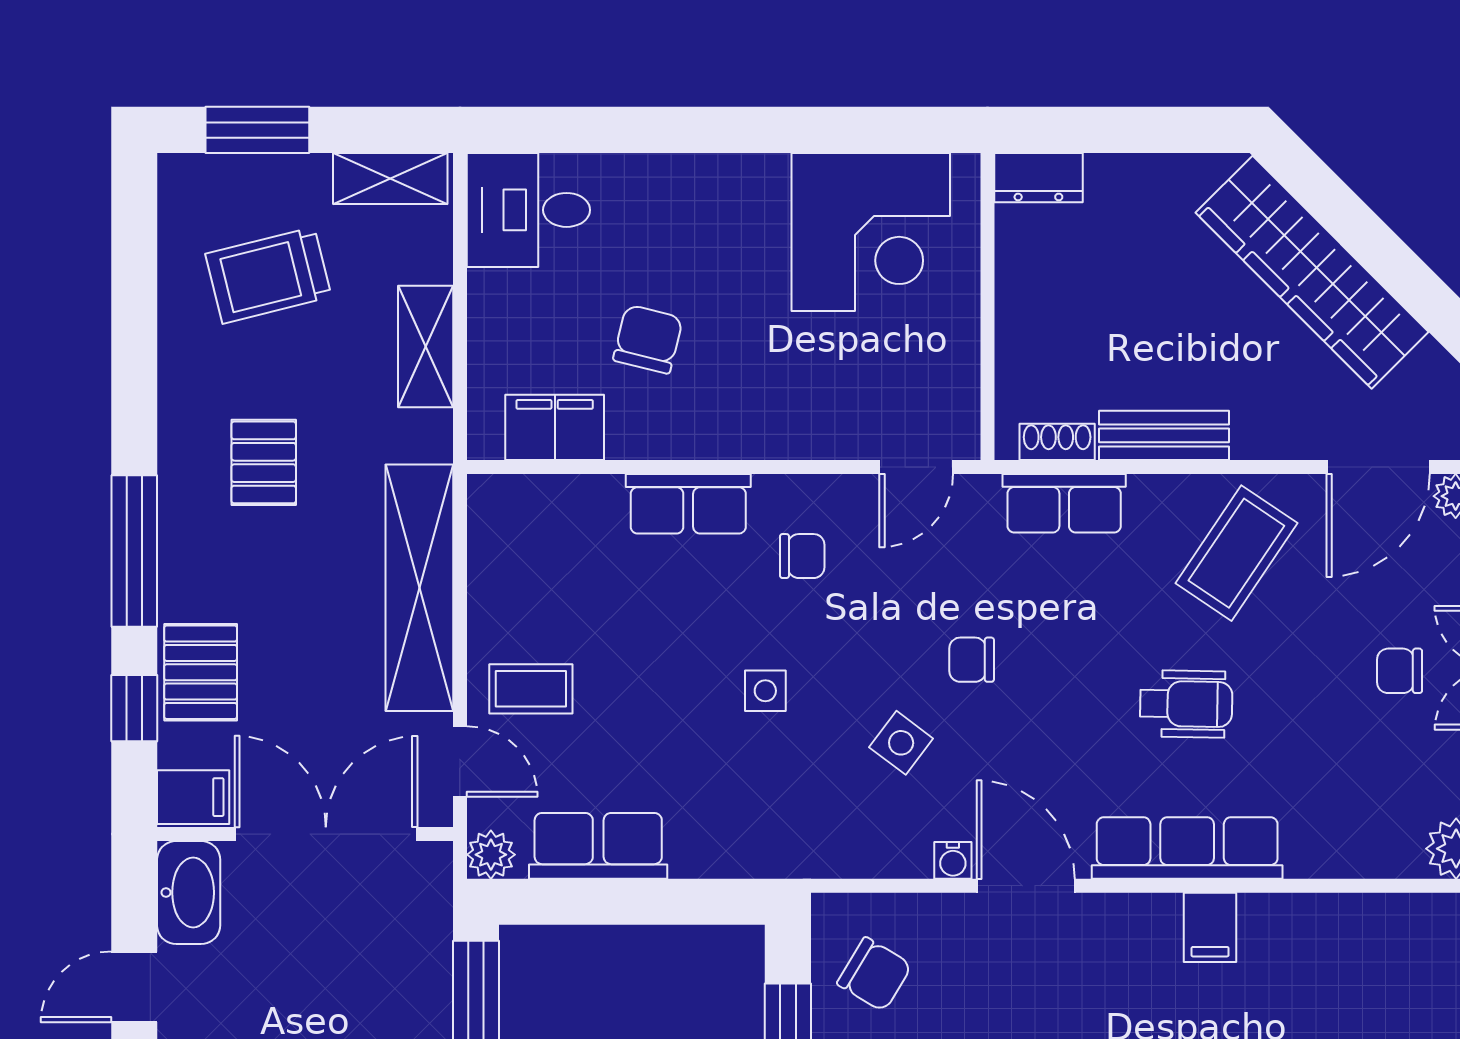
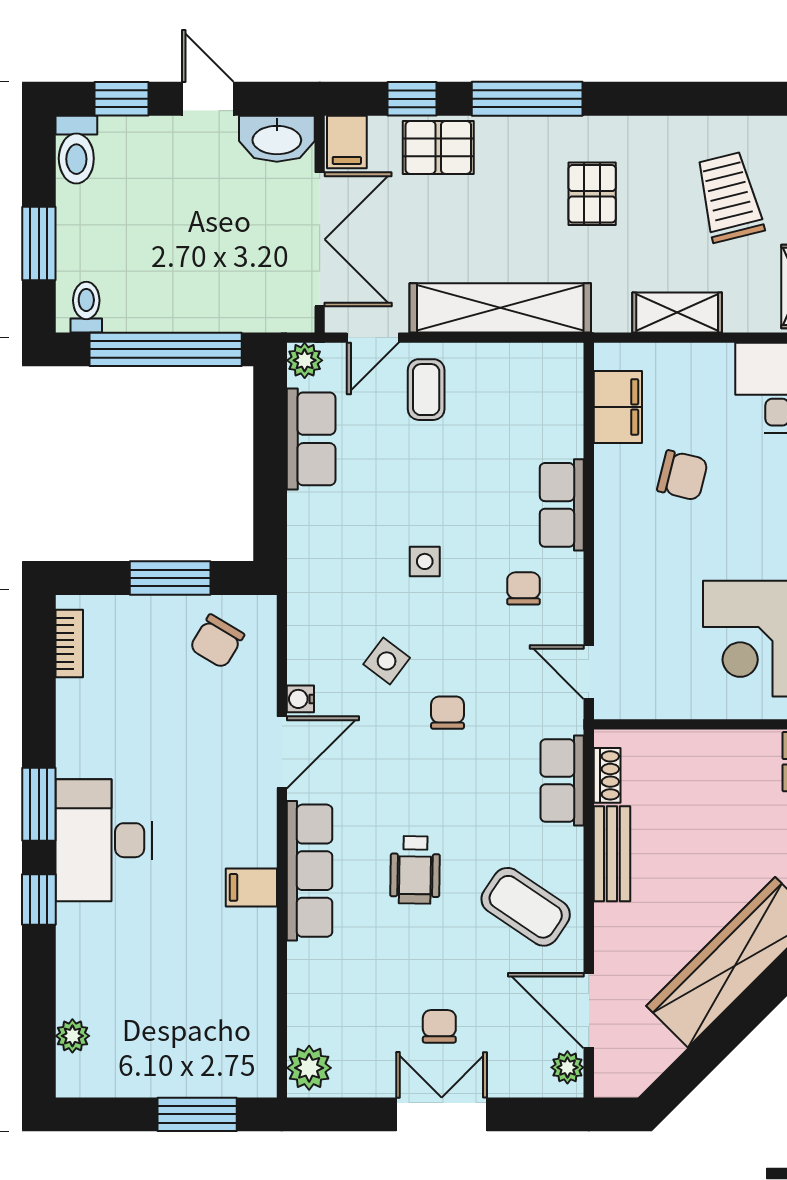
pallet: (264, 462) -> (592, 194), turned 90
chair: (802, 556) -> (524, 588), turned 180

